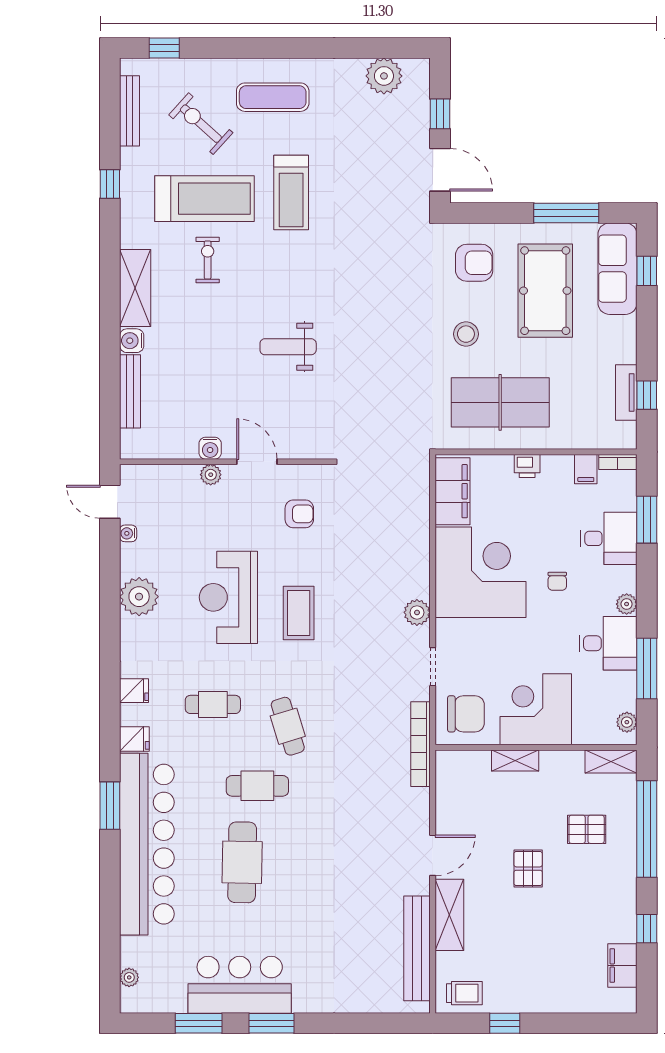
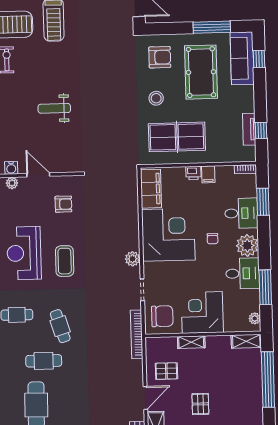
filing cabinet: (586, 469) -> (208, 174), moved
plant: (627, 604) -> (247, 246), width x1.88, depth x1.88
pallet: (587, 829) -> (166, 371), moved

